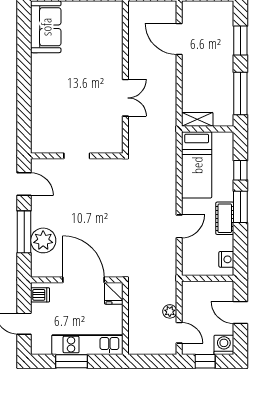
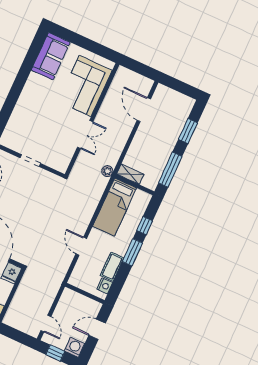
corner sofa: (100, 43) -> (85, 86), added
cot: (225, 218) -> (112, 267), moved
door: (179, 226) -> (81, 246), swing flipped
plant: (170, 311) -> (107, 171), moved
door: (240, 313) -> (97, 329), hinge flipped

